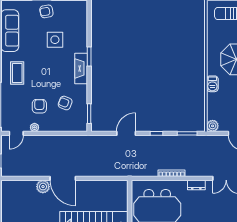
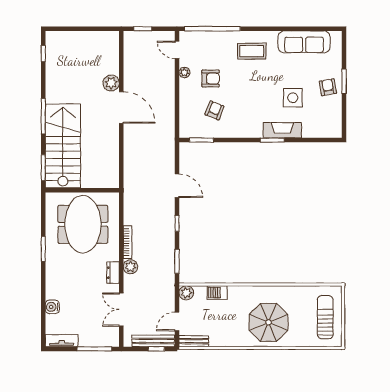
fireplace: (81, 68) -> (282, 130), moved
barbecue: (212, 84) -> (217, 293), moved
plant: (192, 171) -> (130, 267), added
door: (63, 178) -> (121, 107), swing flipped

